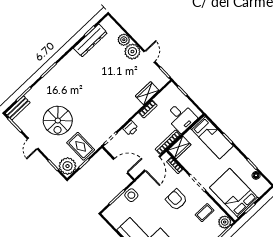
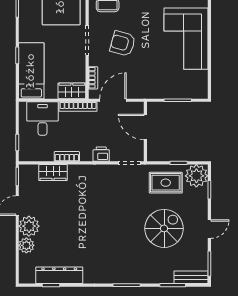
rug: (81, 146) -> (166, 183), turned 90
side table: (131, 195) -> (162, 89), removed
armchair: (176, 200) -> (123, 43), turned 105

